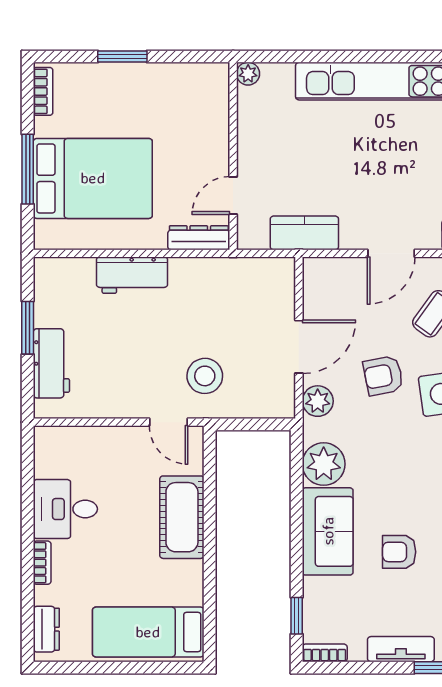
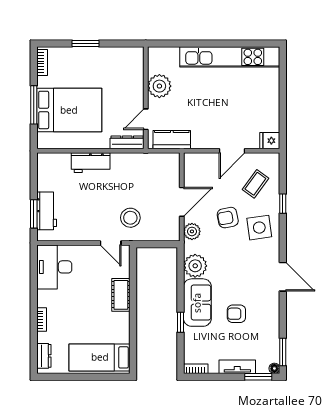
plant: (248, 74) -> (159, 86), moved, width x1.87, depth x1.87
kitchen counter: (304, 233) -> (172, 140), moved
window: (28, 328) -> (34, 214), moved
desk: (65, 509) -> (54, 267), moved, width x1.37
cot: (182, 517) -> (121, 295), width x0.73, depth x0.75
window: (297, 616) -> (180, 322), moved

